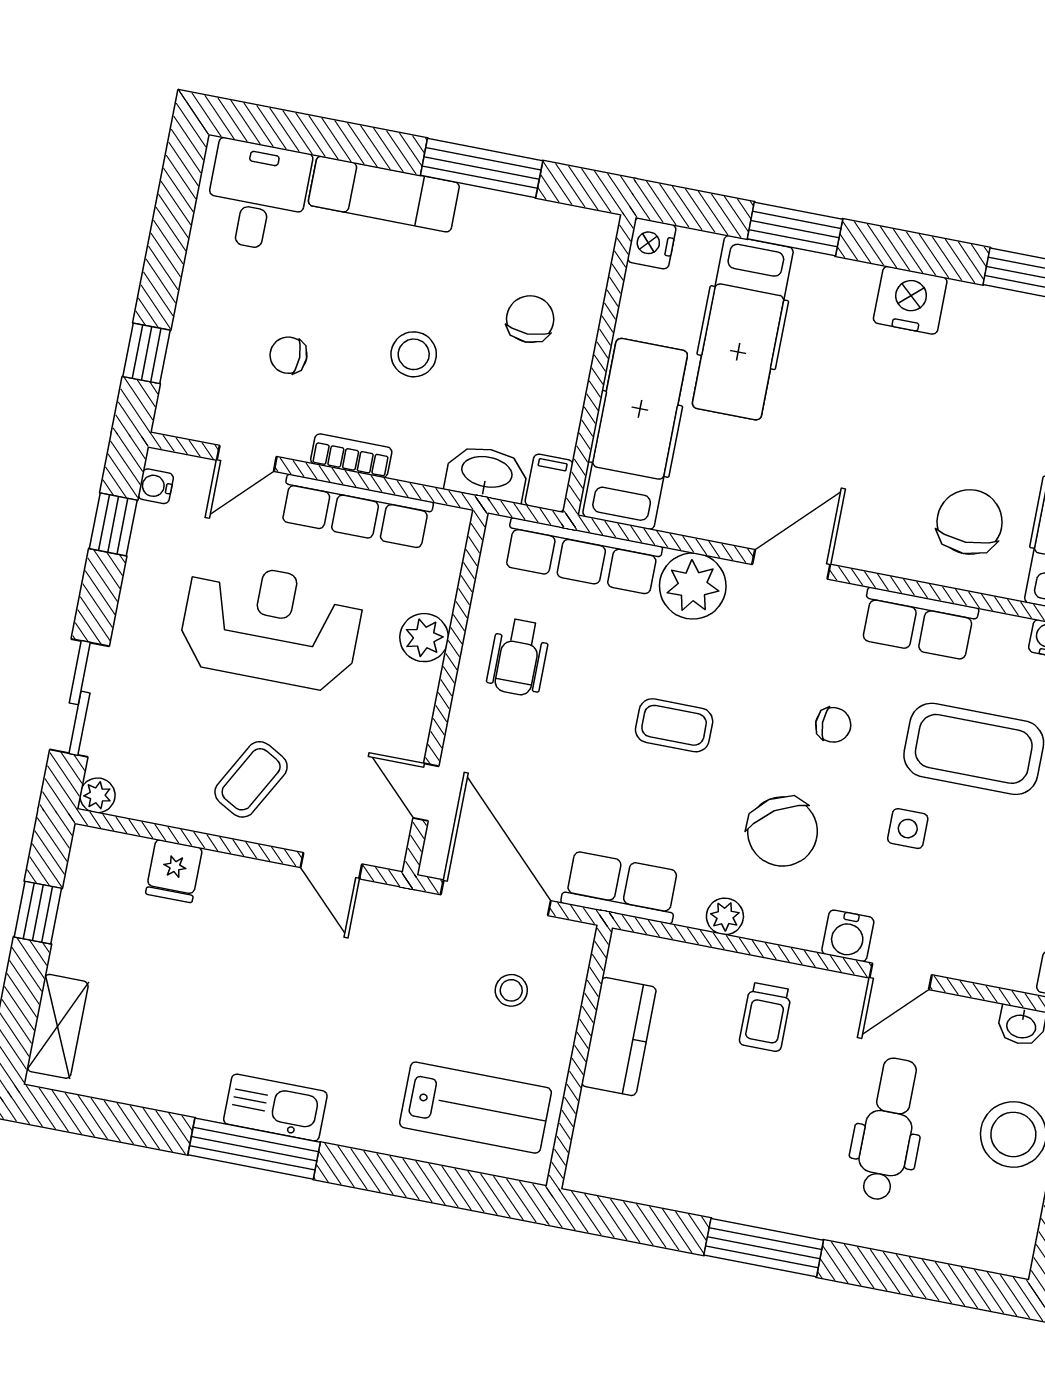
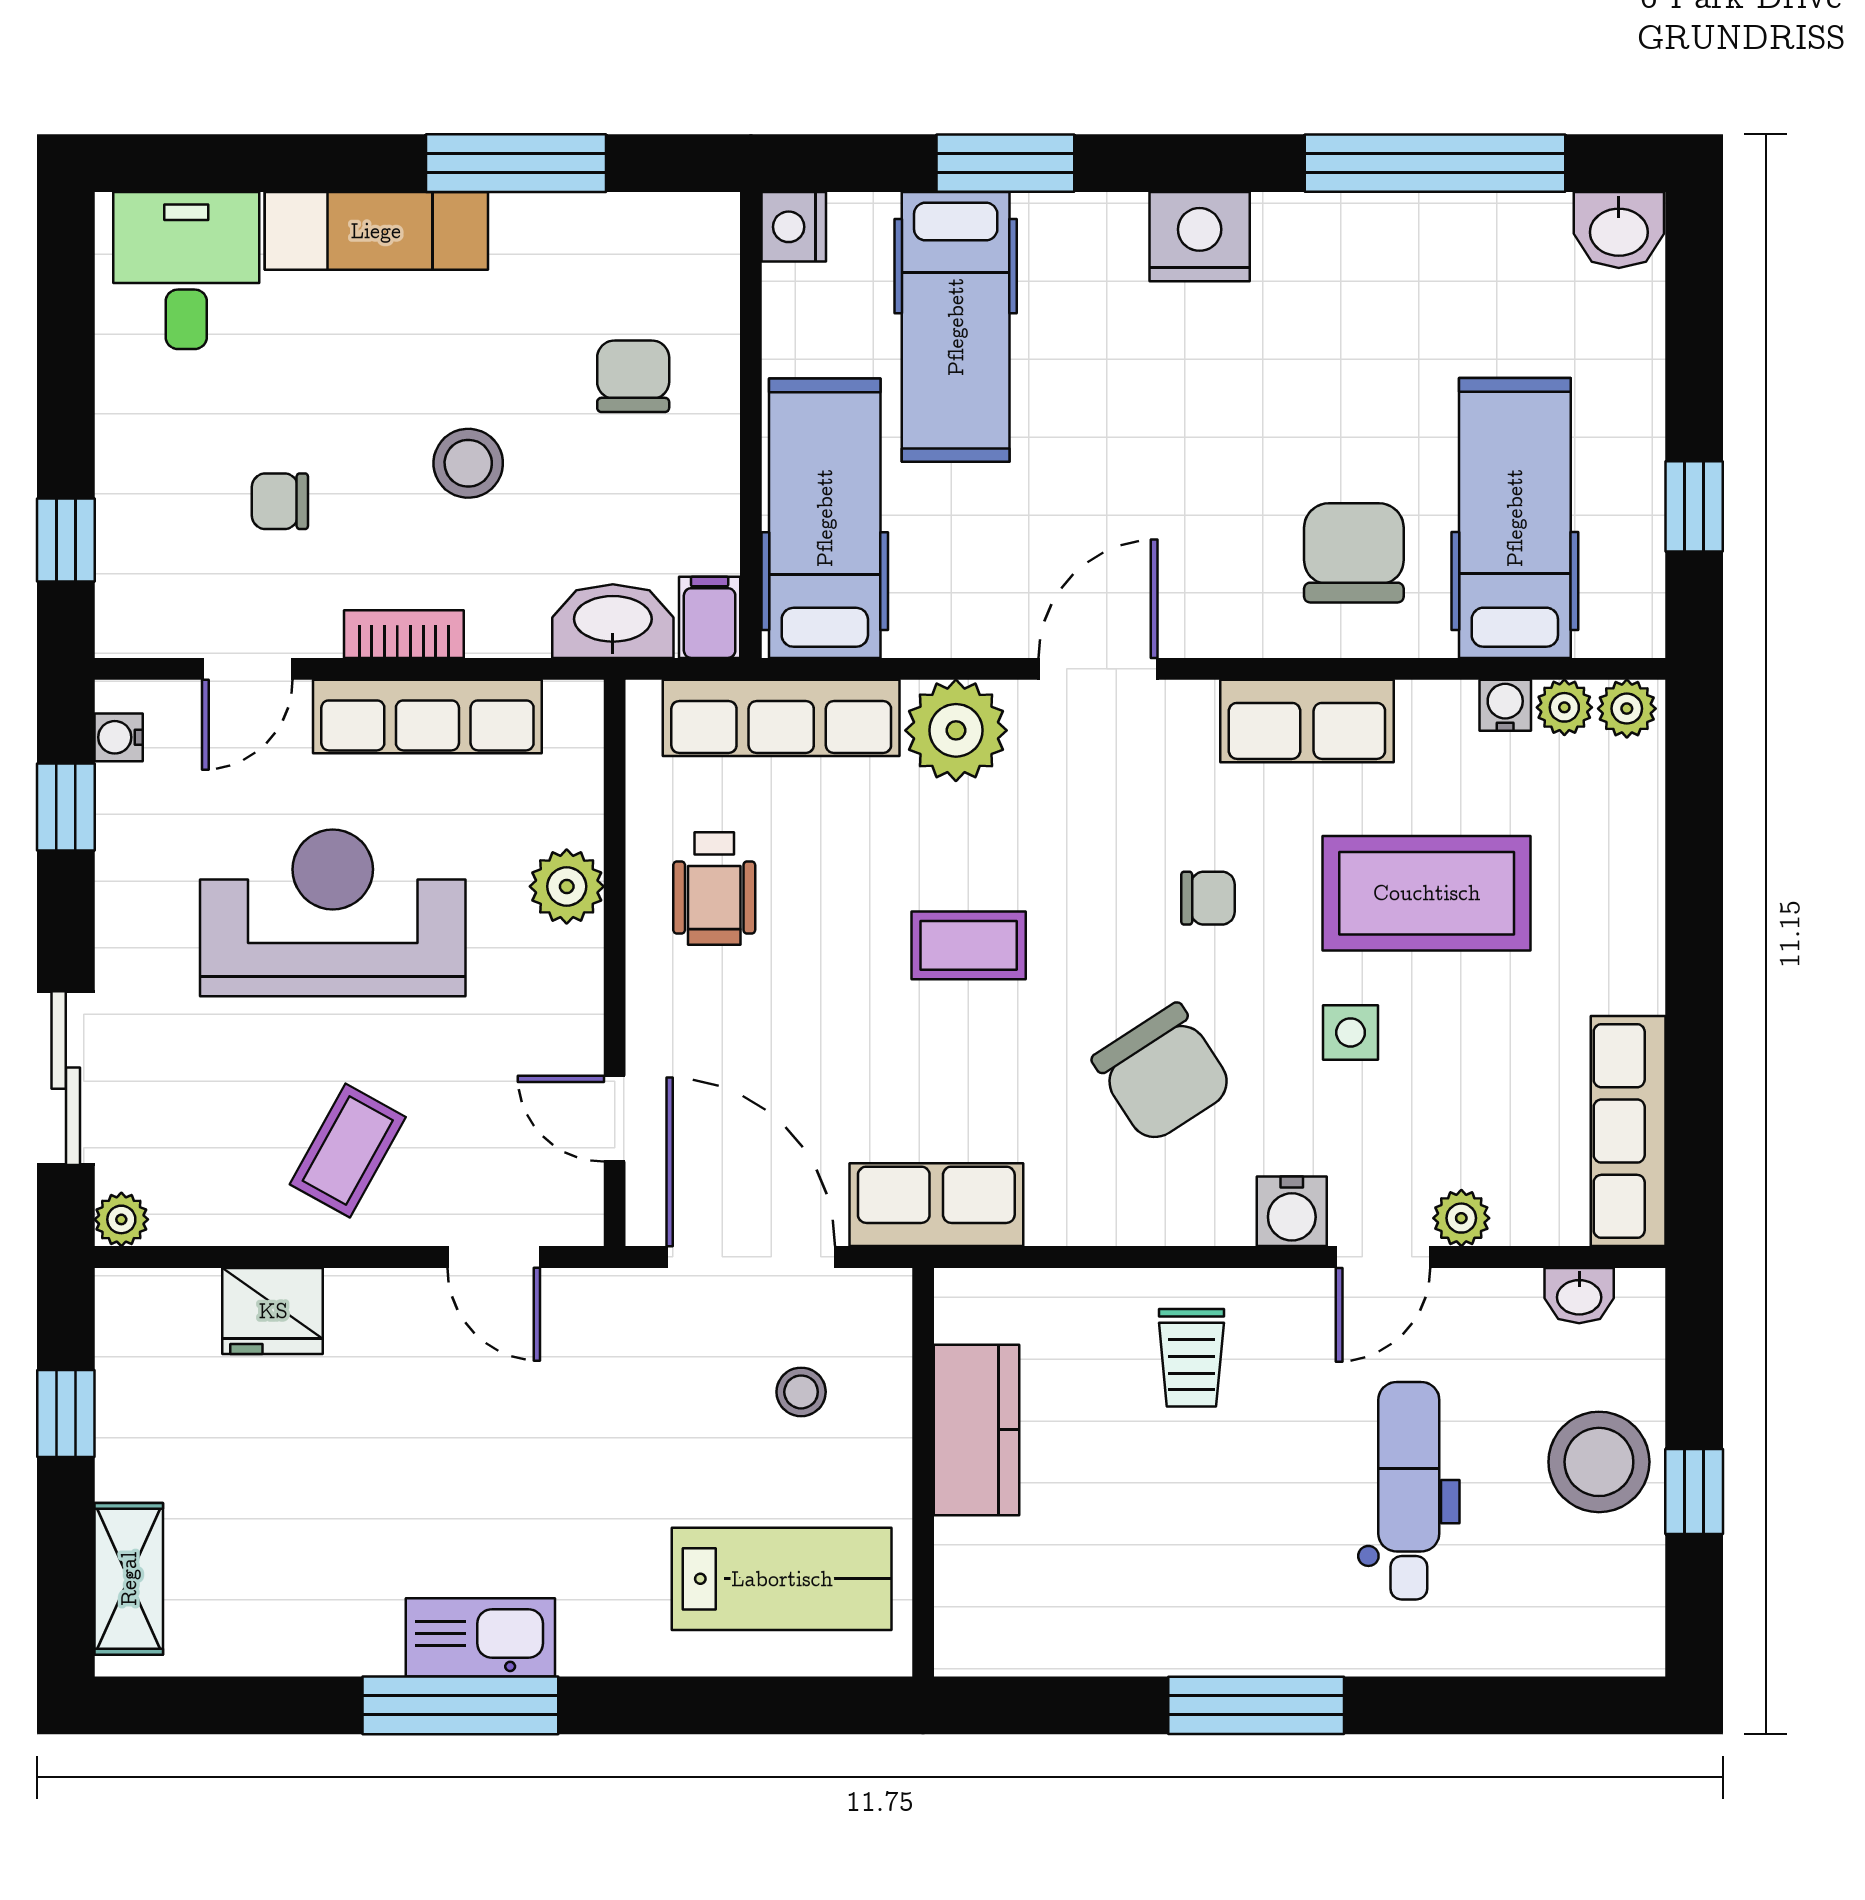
fridge: (174, 871) -> (273, 1311), width x1.38
plant: (725, 916) -> (1461, 1218), moved

